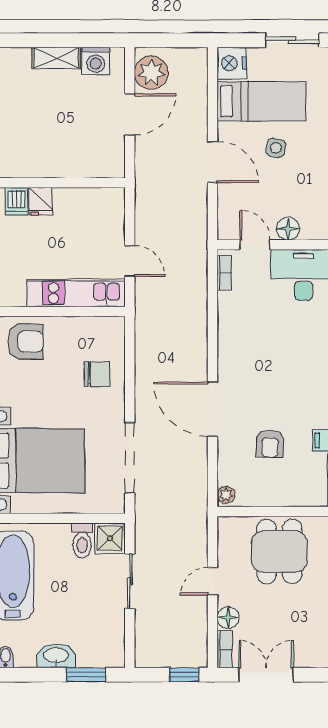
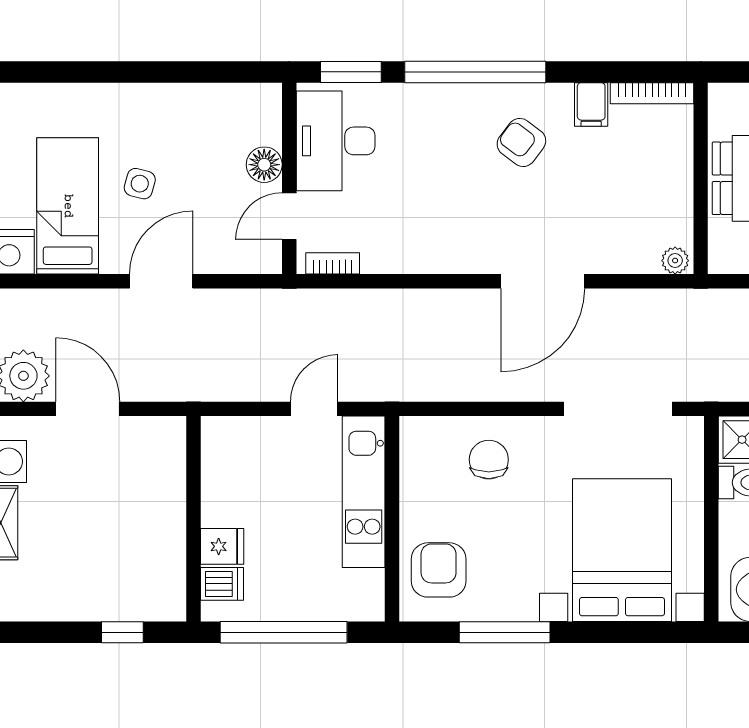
armchair: (270, 444) -> (521, 142), moved, turned -145

